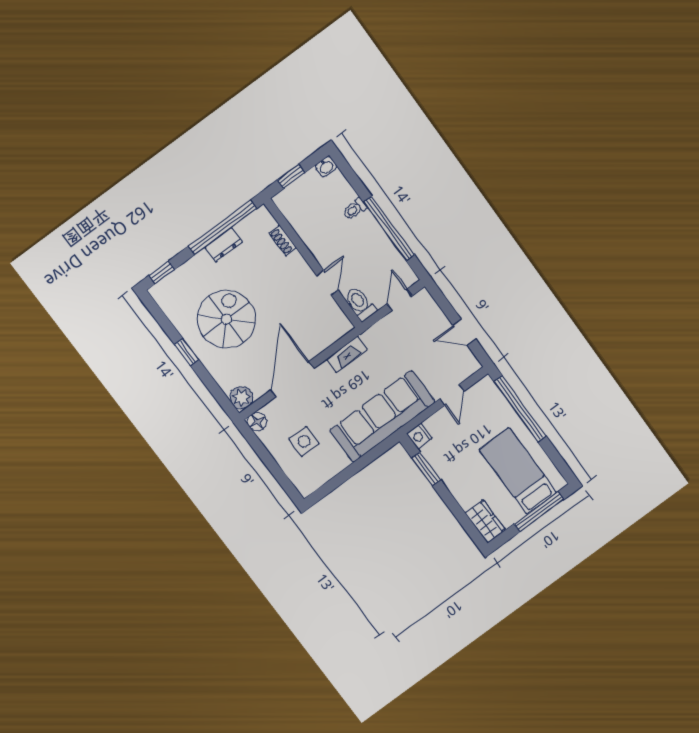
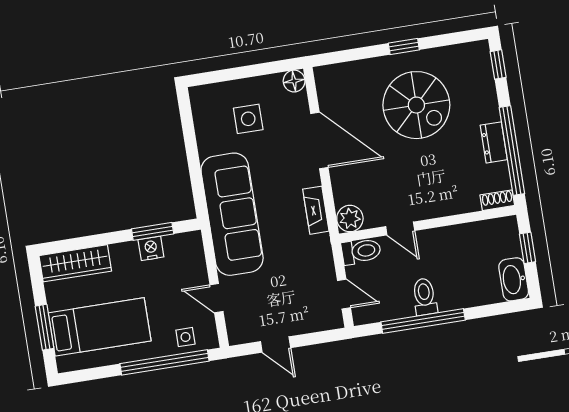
washbasin: (326, 167) -> (514, 279), width x1.91, depth x1.45
toilet: (355, 209) -> (425, 297), moved, width x1.37, depth x1.39
shoe rack: (283, 240) -> (497, 200), moved
door: (464, 332) -> (276, 345), swing flipped
plant: (242, 398) -> (350, 219), moved
side table: (493, 403) -> (185, 337), added
nightstand: (419, 436) -> (151, 248), moved
window: (539, 512) -> (45, 327), width x0.69
wardrobe: (485, 522) -> (75, 263), width x1.50

